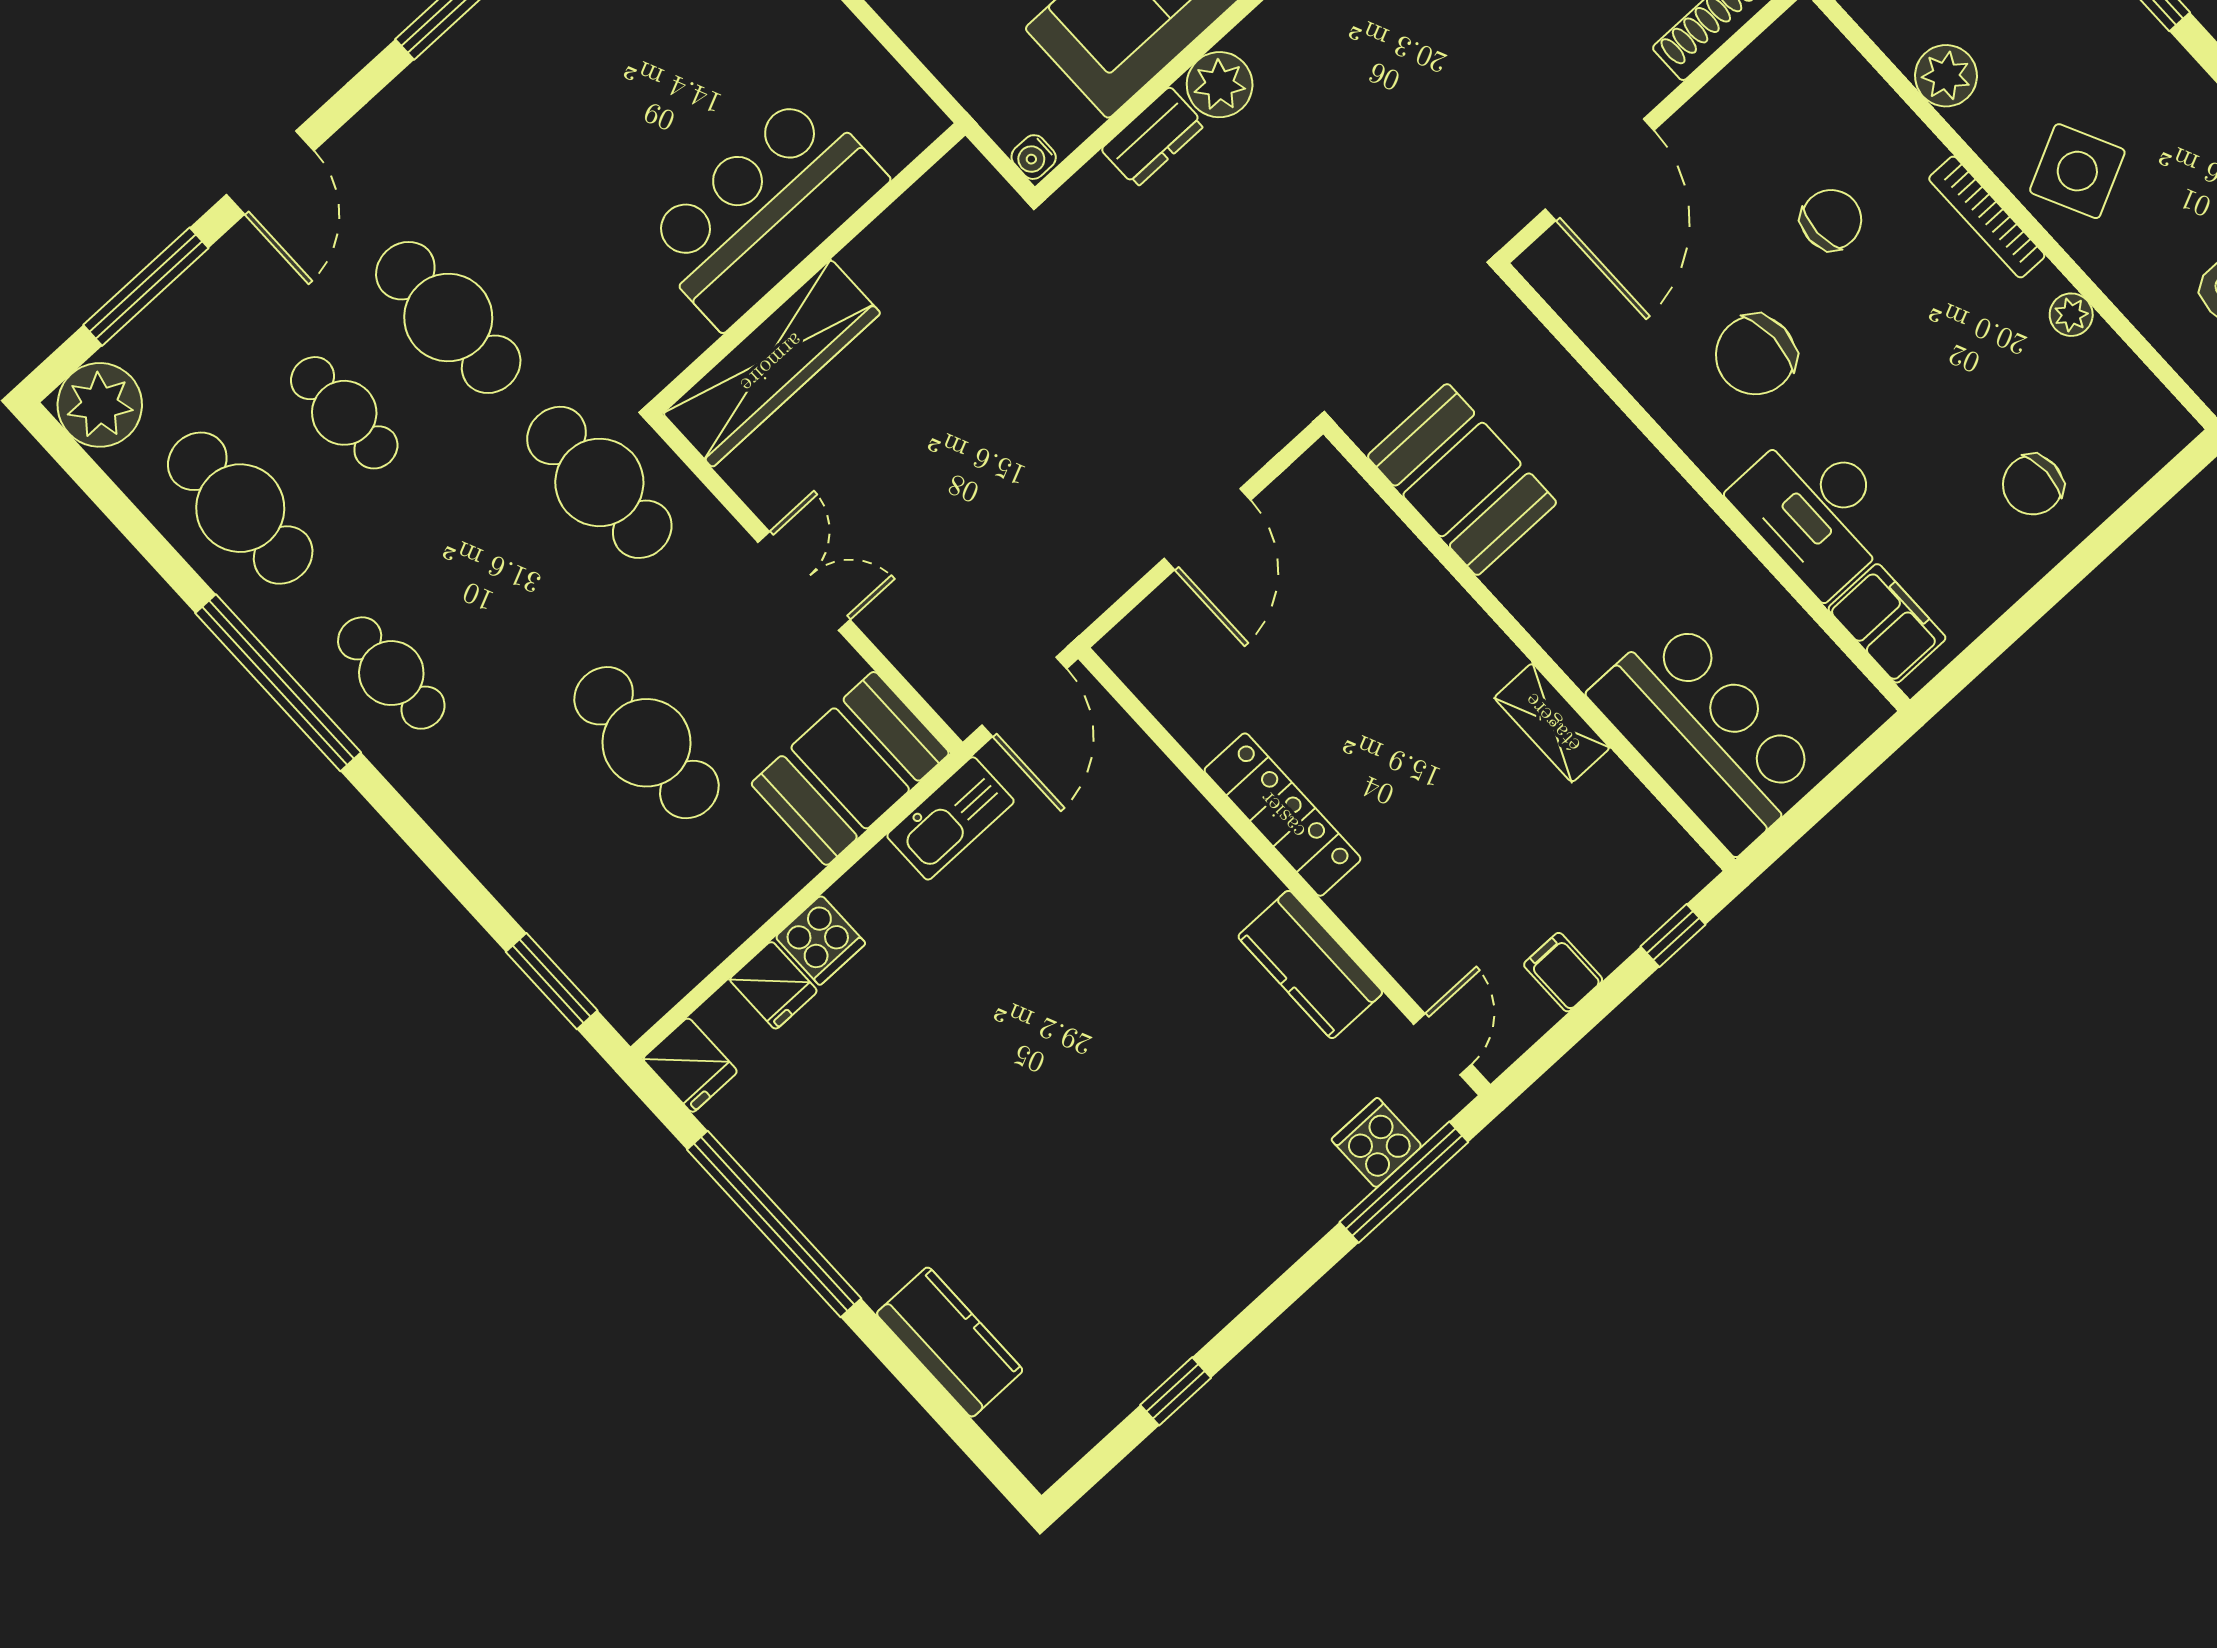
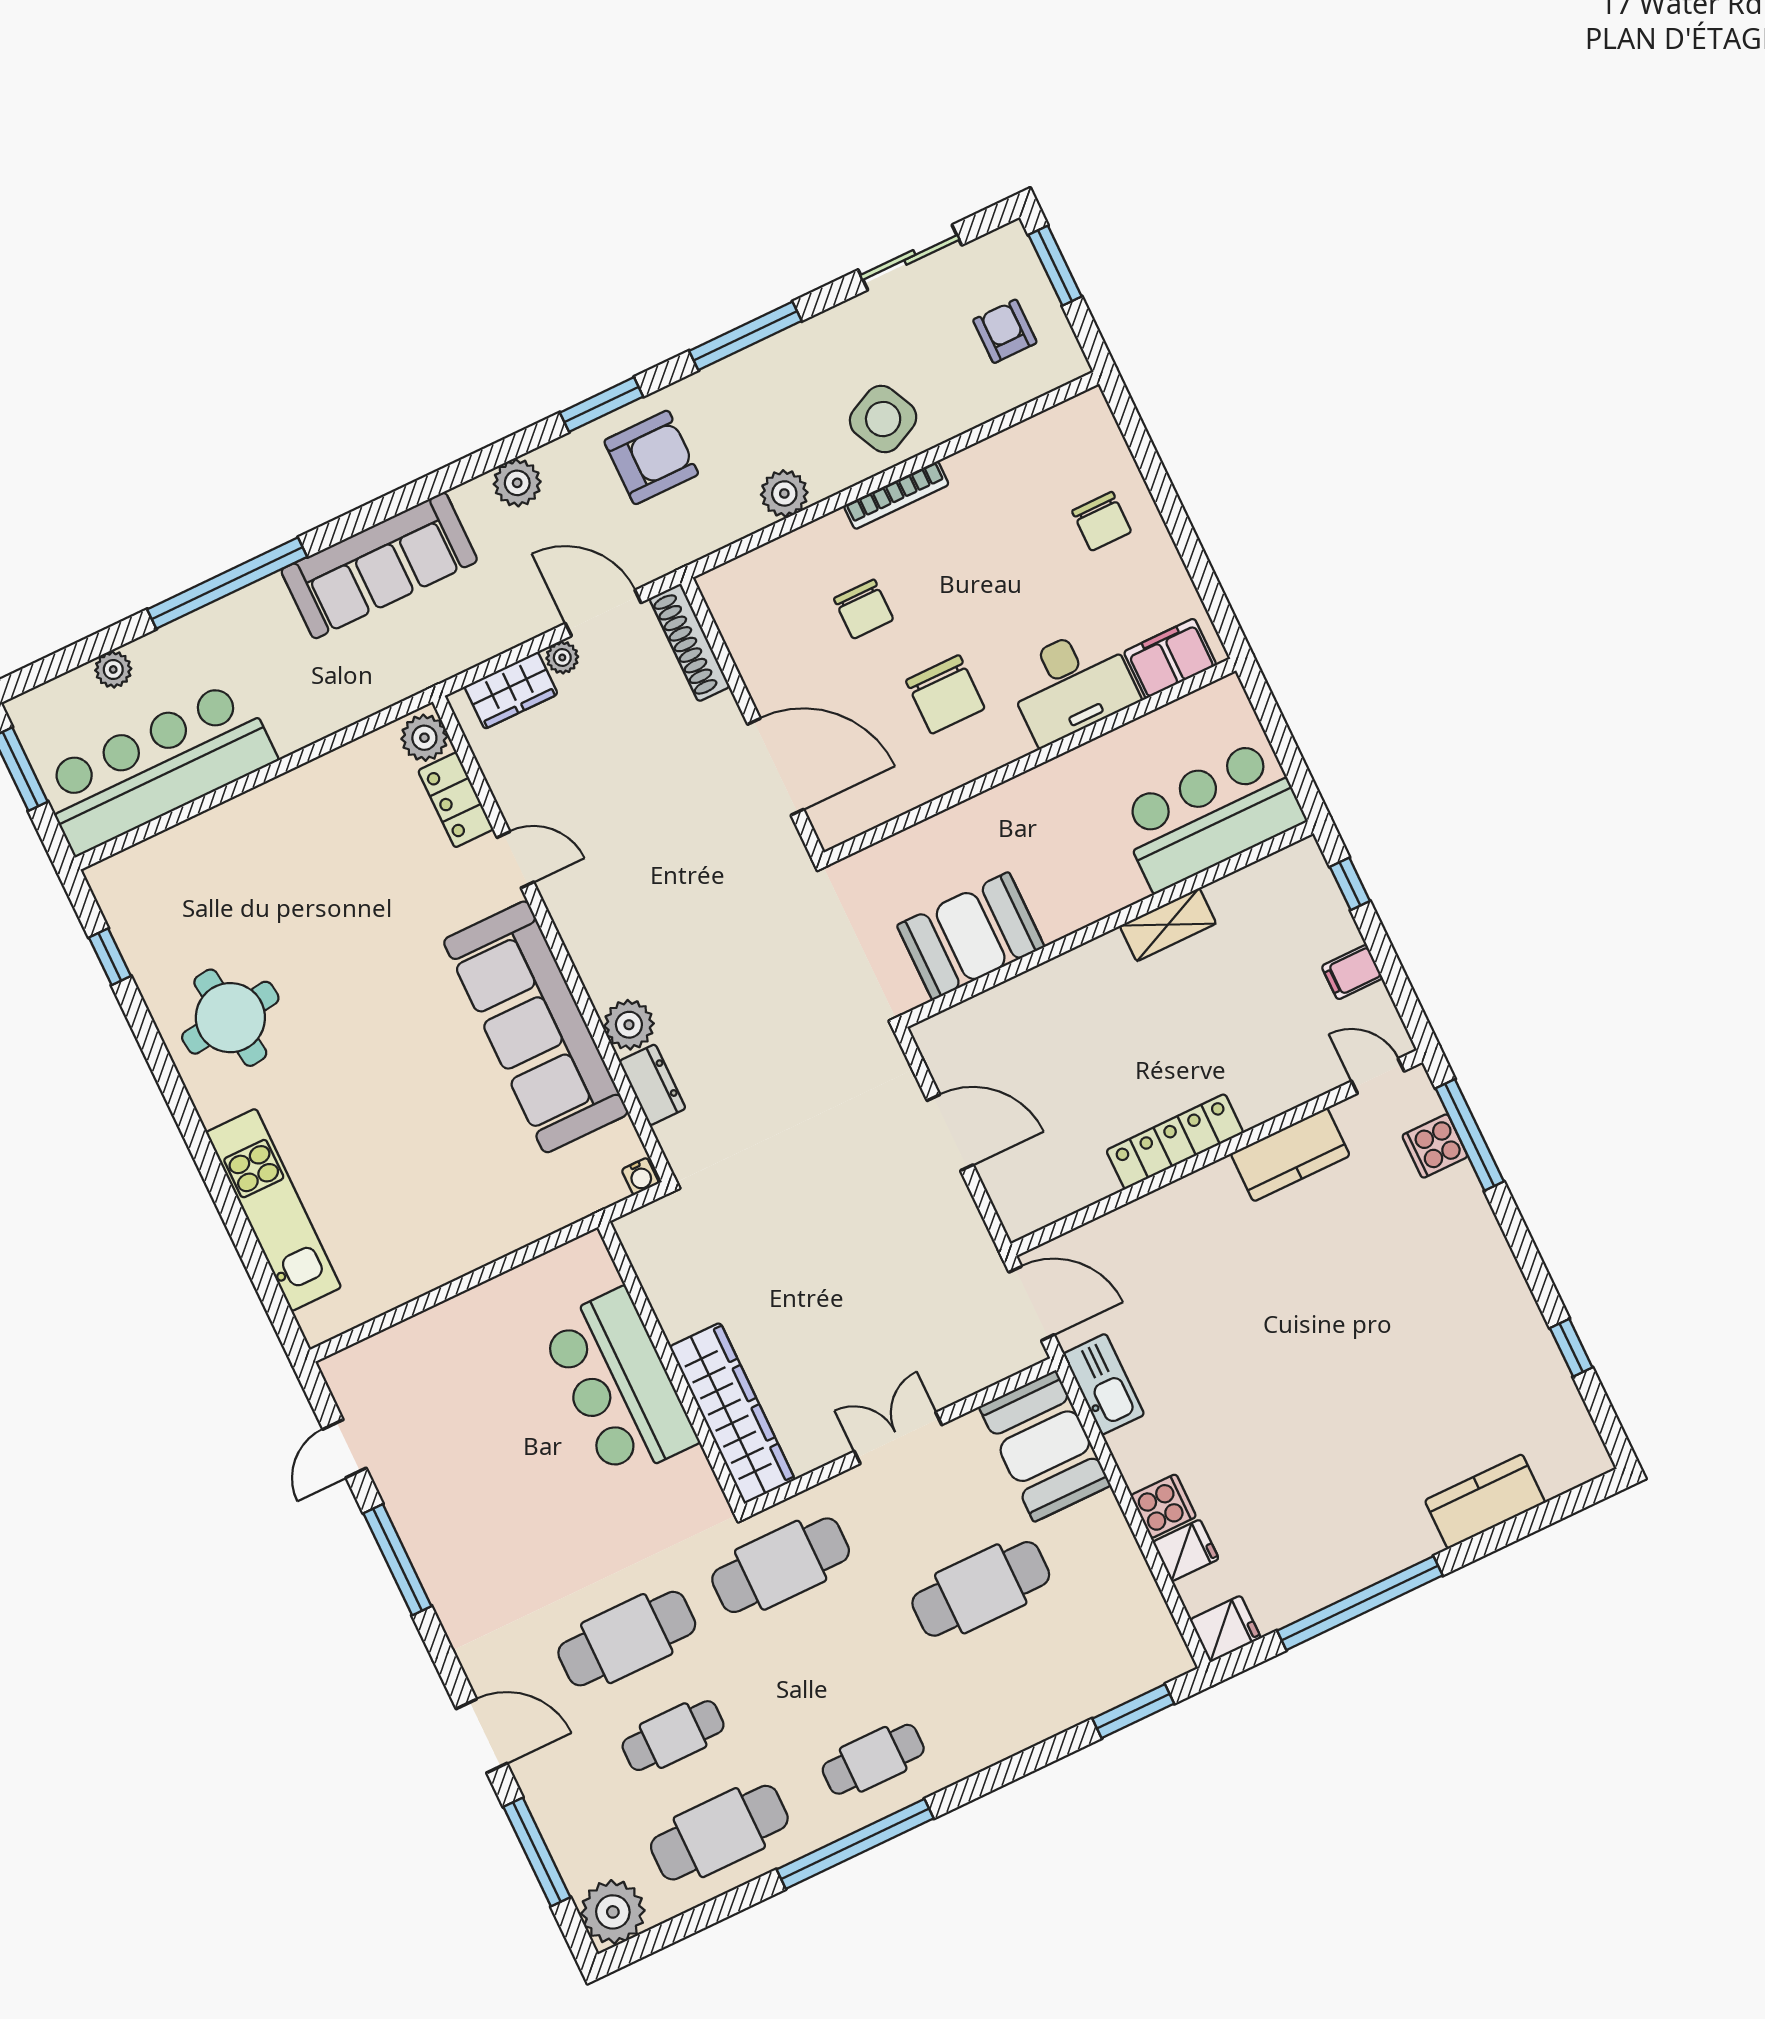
chair: (1831, 220) -> (864, 609), turned 180
plant: (2071, 315) -> (986, 455), removed

